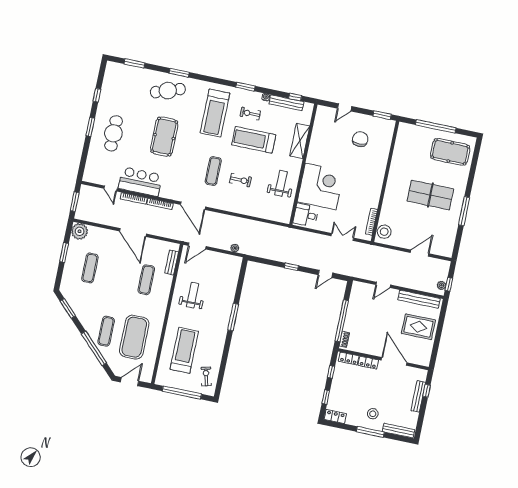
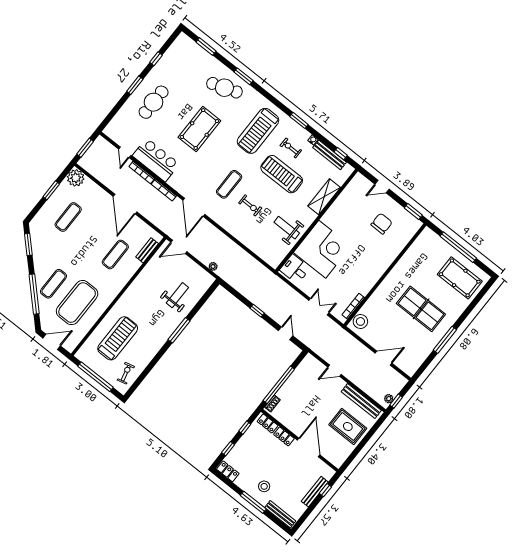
weight bench: (281, 183) -> (287, 228), turned -90
door: (325, 274) -> (286, 333), swing flipped
weight bench: (193, 295) -> (177, 295), moved

